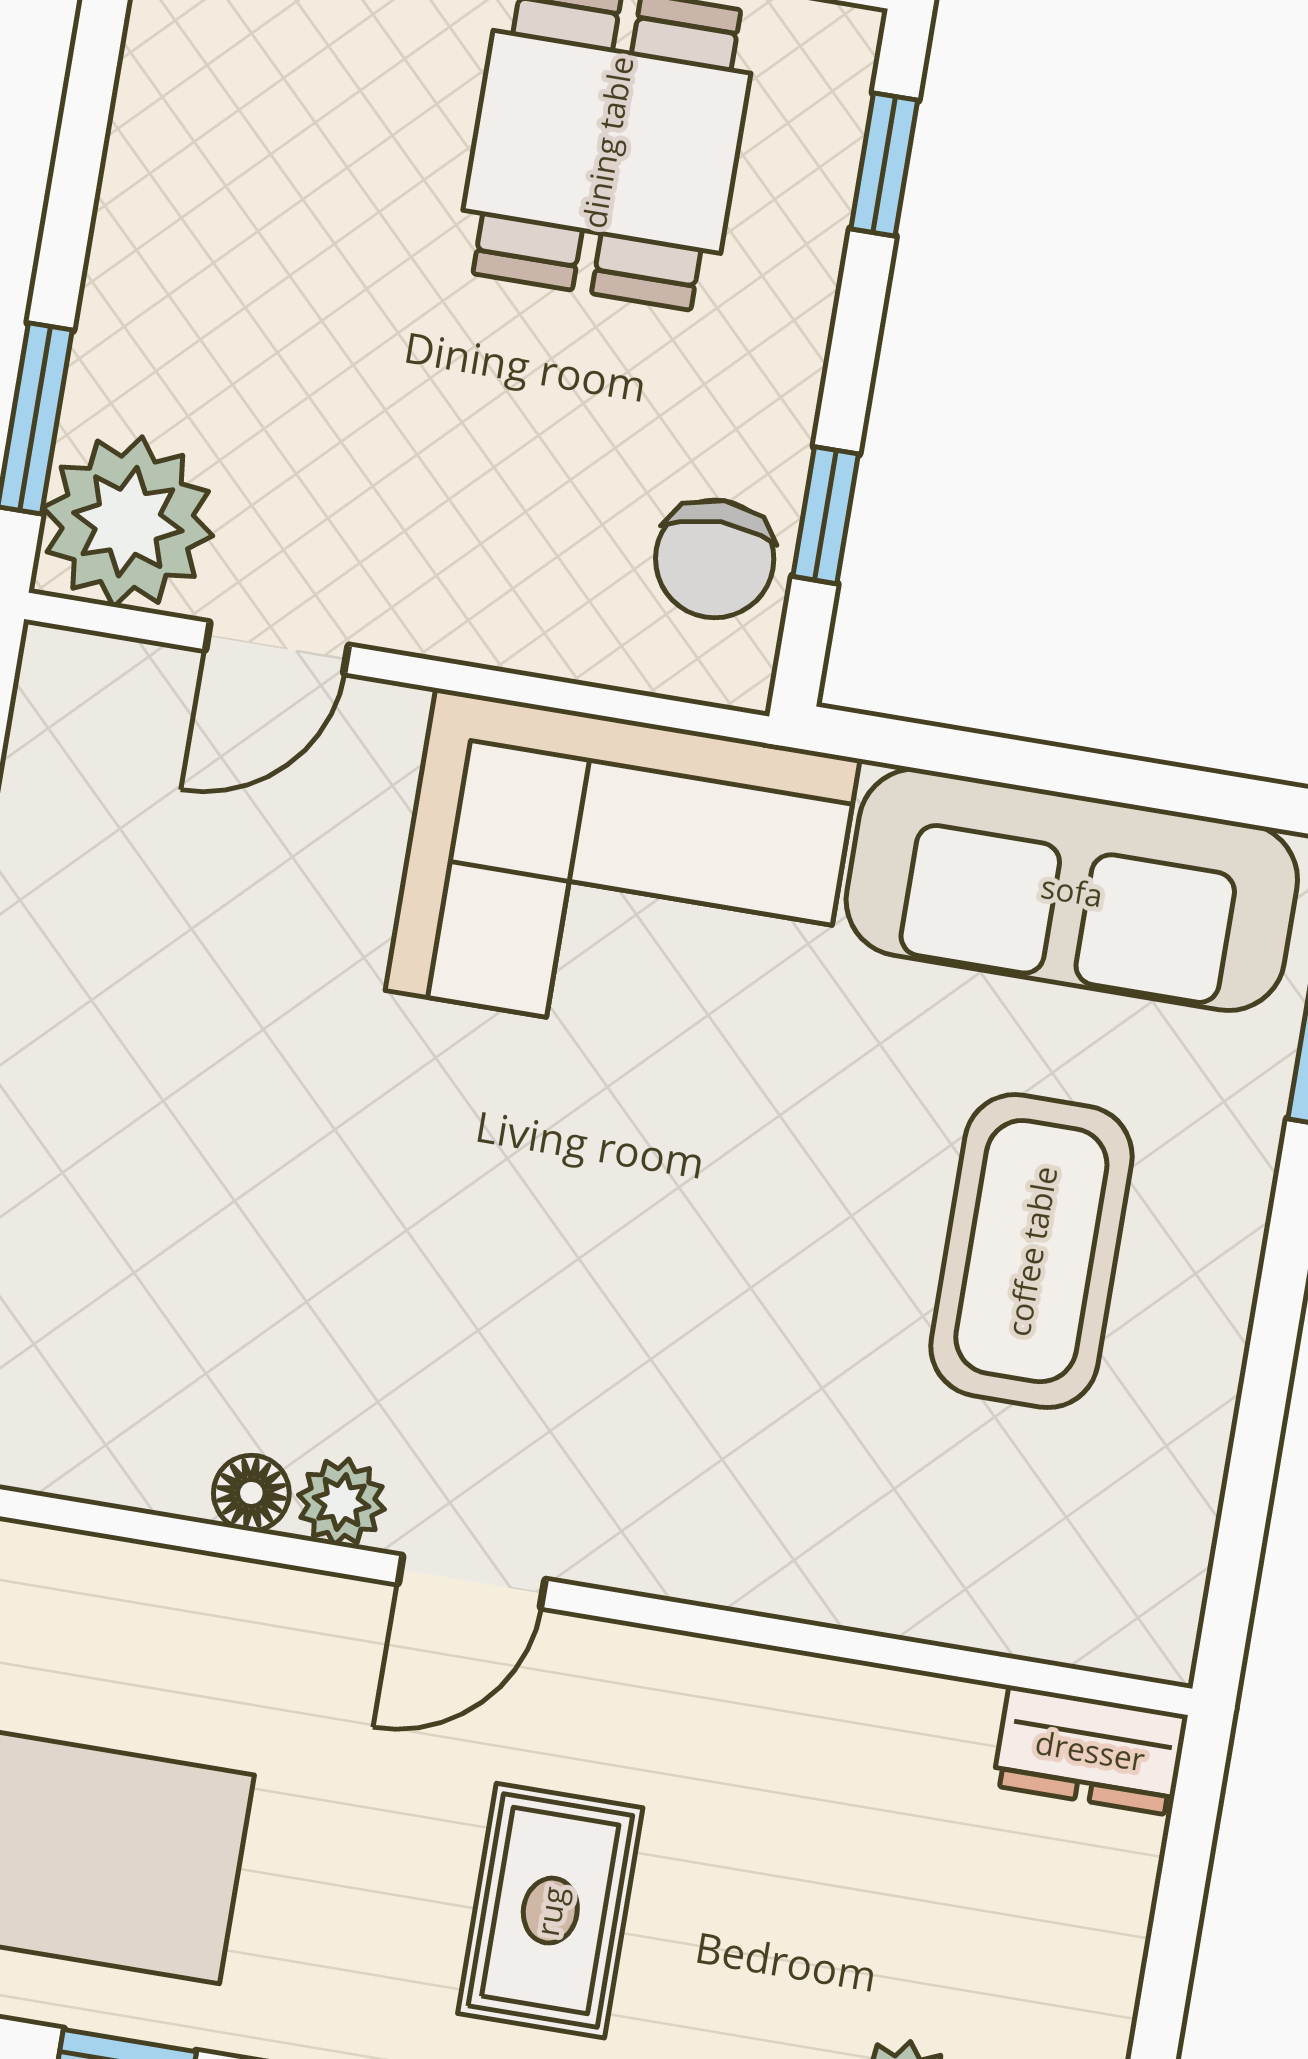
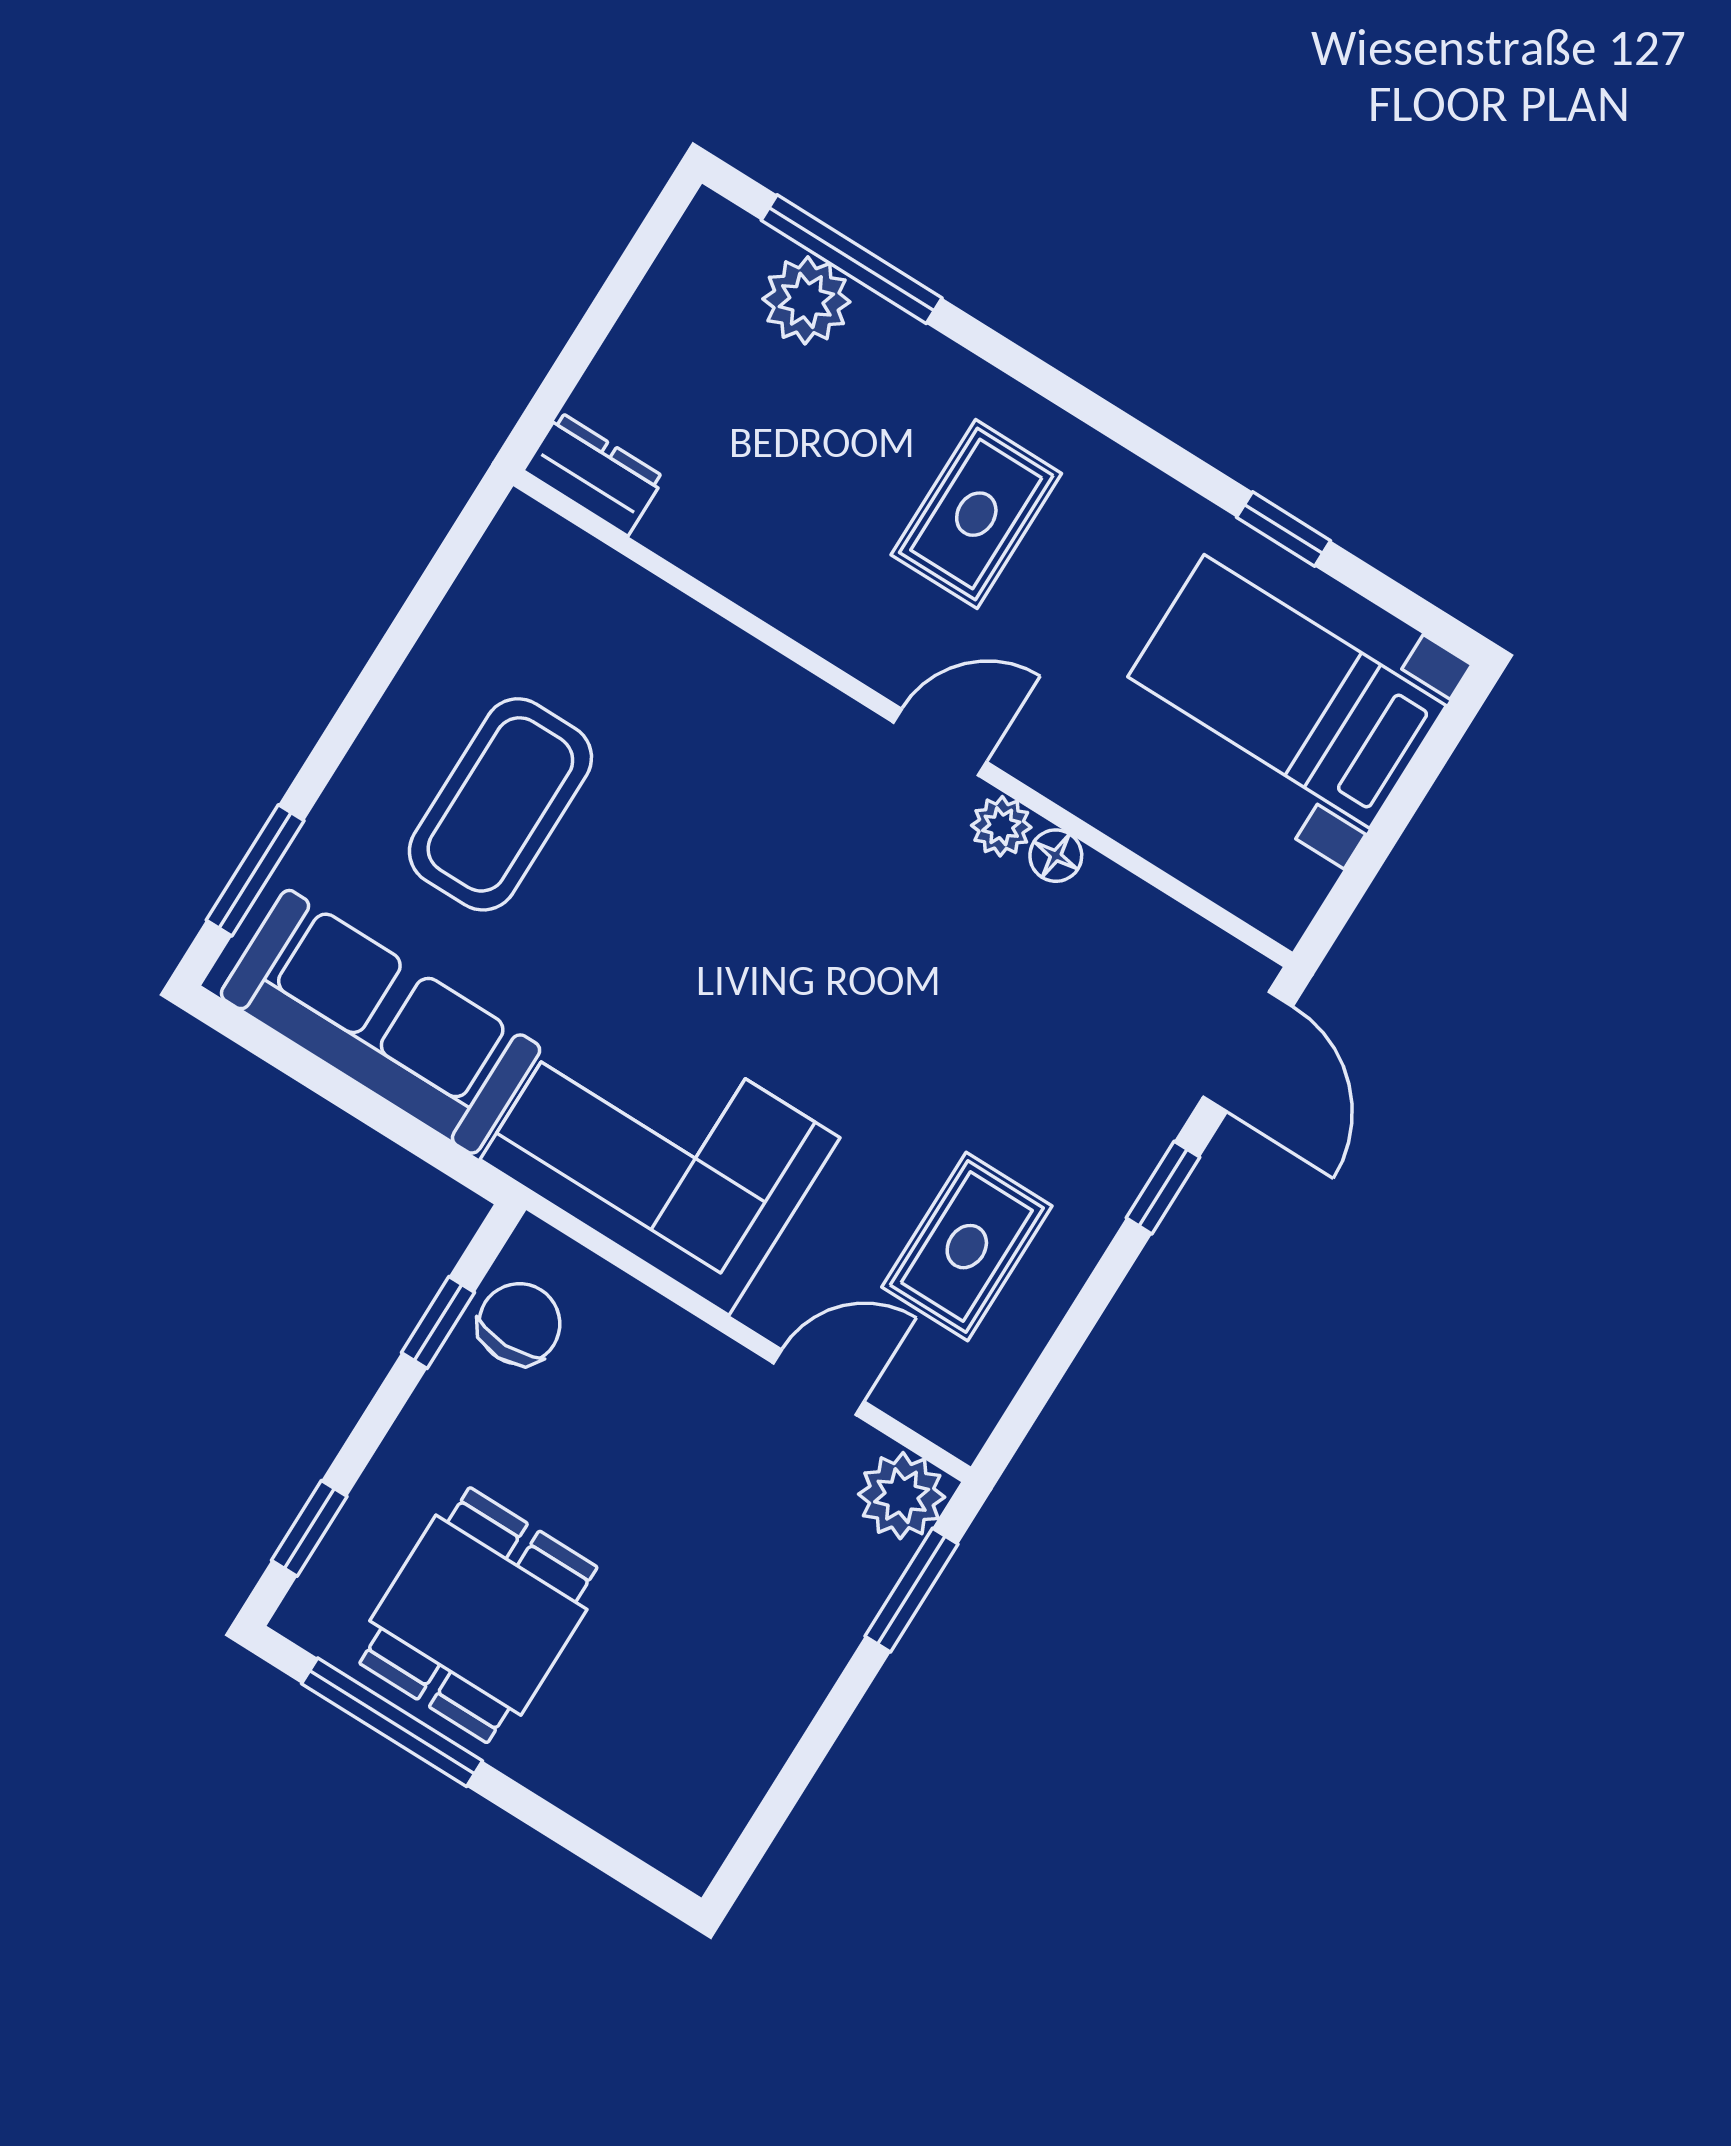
plant: (128, 522) -> (902, 1496), width x0.73, depth x0.73
rug: (153, 914) -> (967, 1247), added

